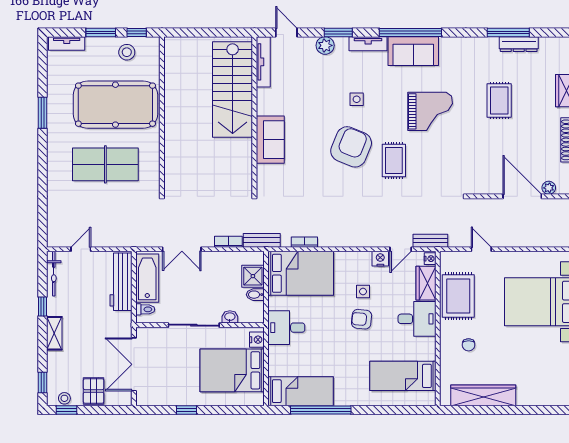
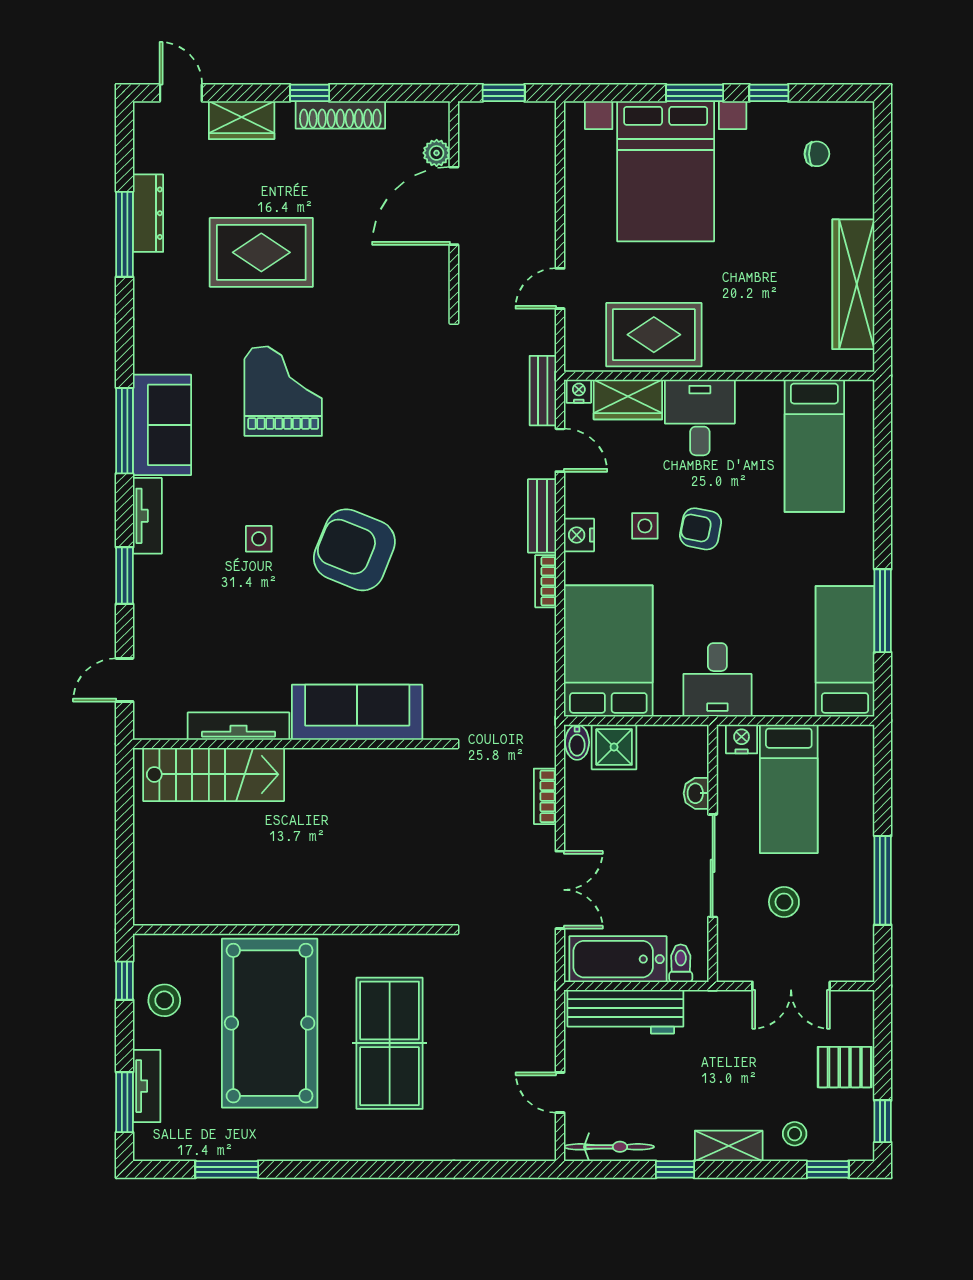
window: (101, 32) -> (125, 1102), moved
window: (410, 32) -> (125, 431), width x0.68
tv unit: (67, 43) -> (147, 1086), moved
plant: (325, 45) -> (151, 602), removed
tv unit: (263, 62) -> (239, 726), moved
stairs: (233, 89) -> (214, 774), width x0.73, depth x0.66
rug: (499, 101) -> (261, 252), width x1.36, depth x1.43
window: (43, 113) -> (227, 1169), moved
sofa: (270, 140) -> (357, 712), width x1.36
rug: (394, 160) -> (382, 464), removed
bench: (262, 240) -> (542, 516), moved
bookcase: (304, 242) -> (546, 581), moved
nightstand: (380, 259) -> (579, 535), moved
bidet: (255, 295) -> (577, 742), moved
armchair: (362, 319) -> (701, 529), turned 95
chair: (469, 345) -> (817, 154), moved
stool: (176, 361) -> (784, 902), added
double door: (134, 364) -> (791, 986), width x0.73
bed: (232, 370) -> (789, 789), width x0.67
stool: (64, 398) -> (795, 1134), moved
window: (187, 410) -> (883, 880), width x2.17
window: (321, 410) -> (883, 611), width x0.68

